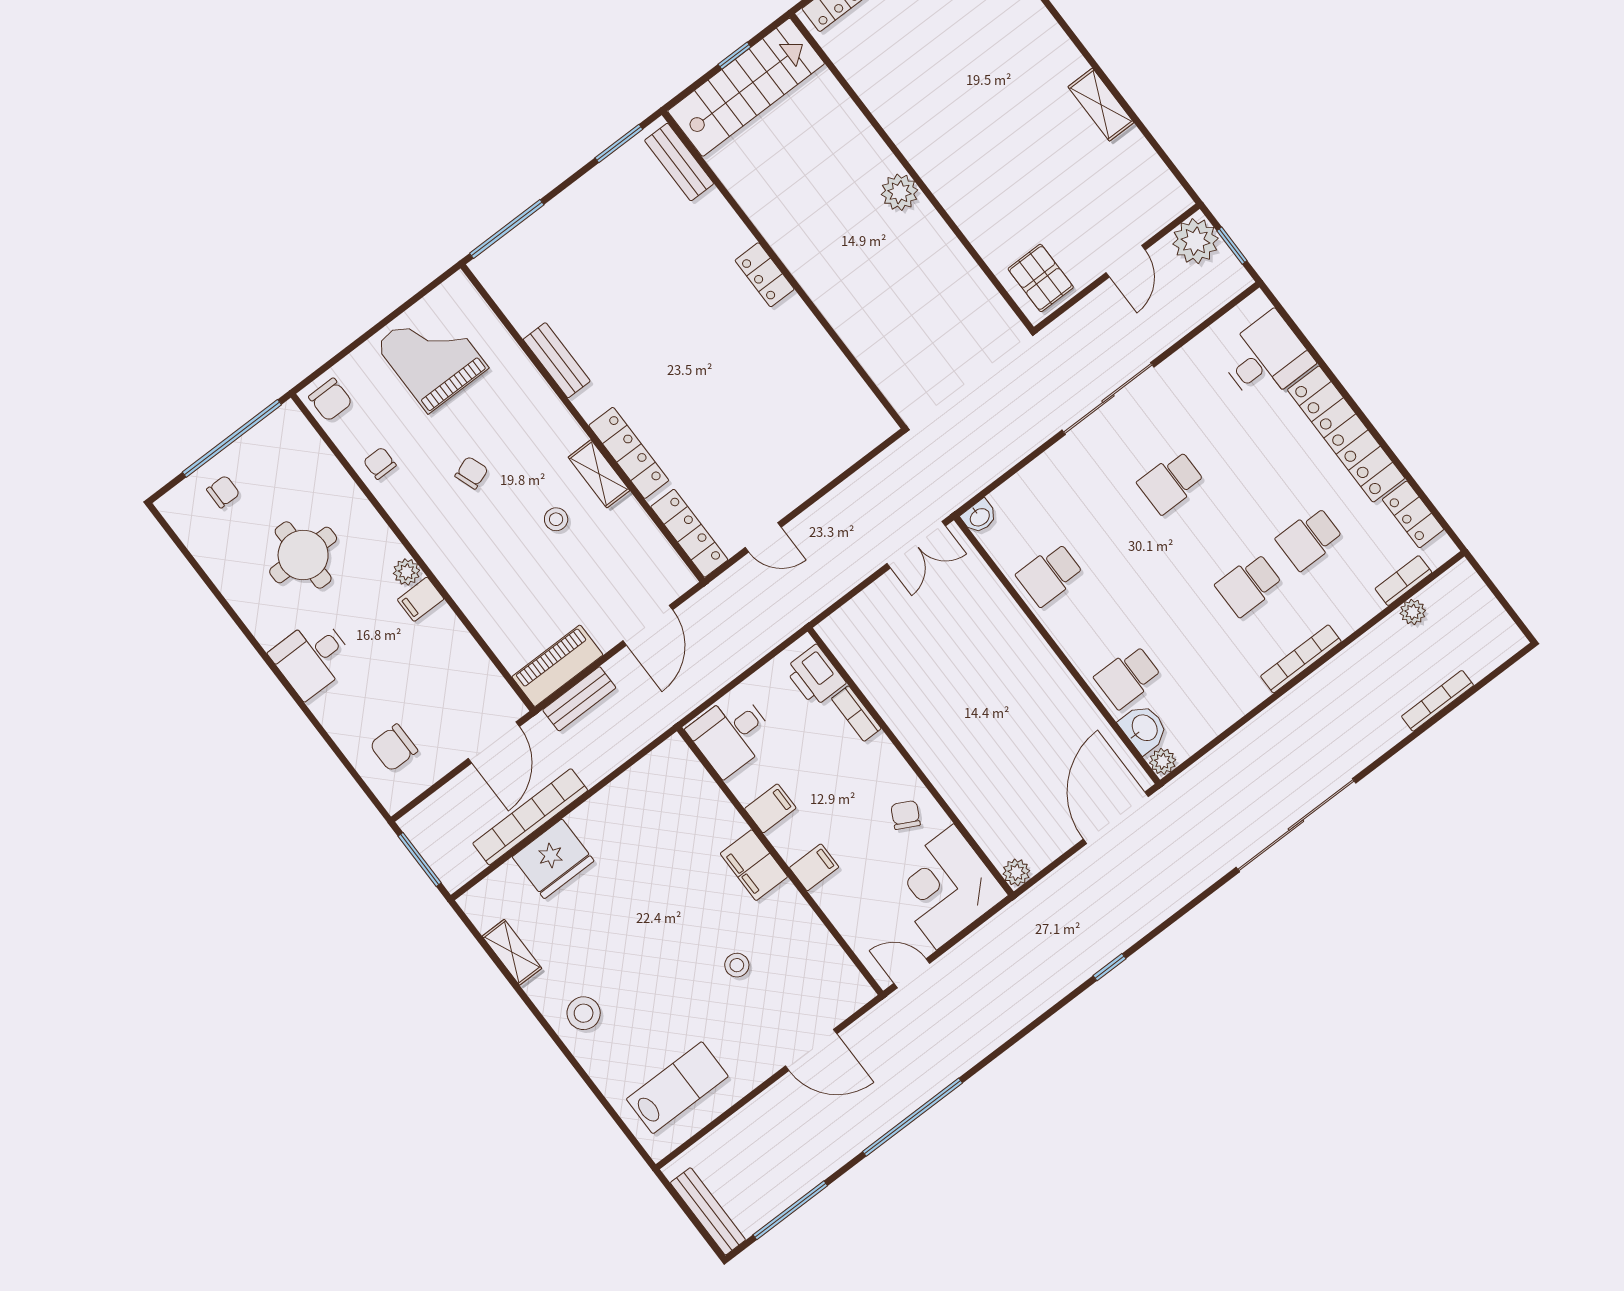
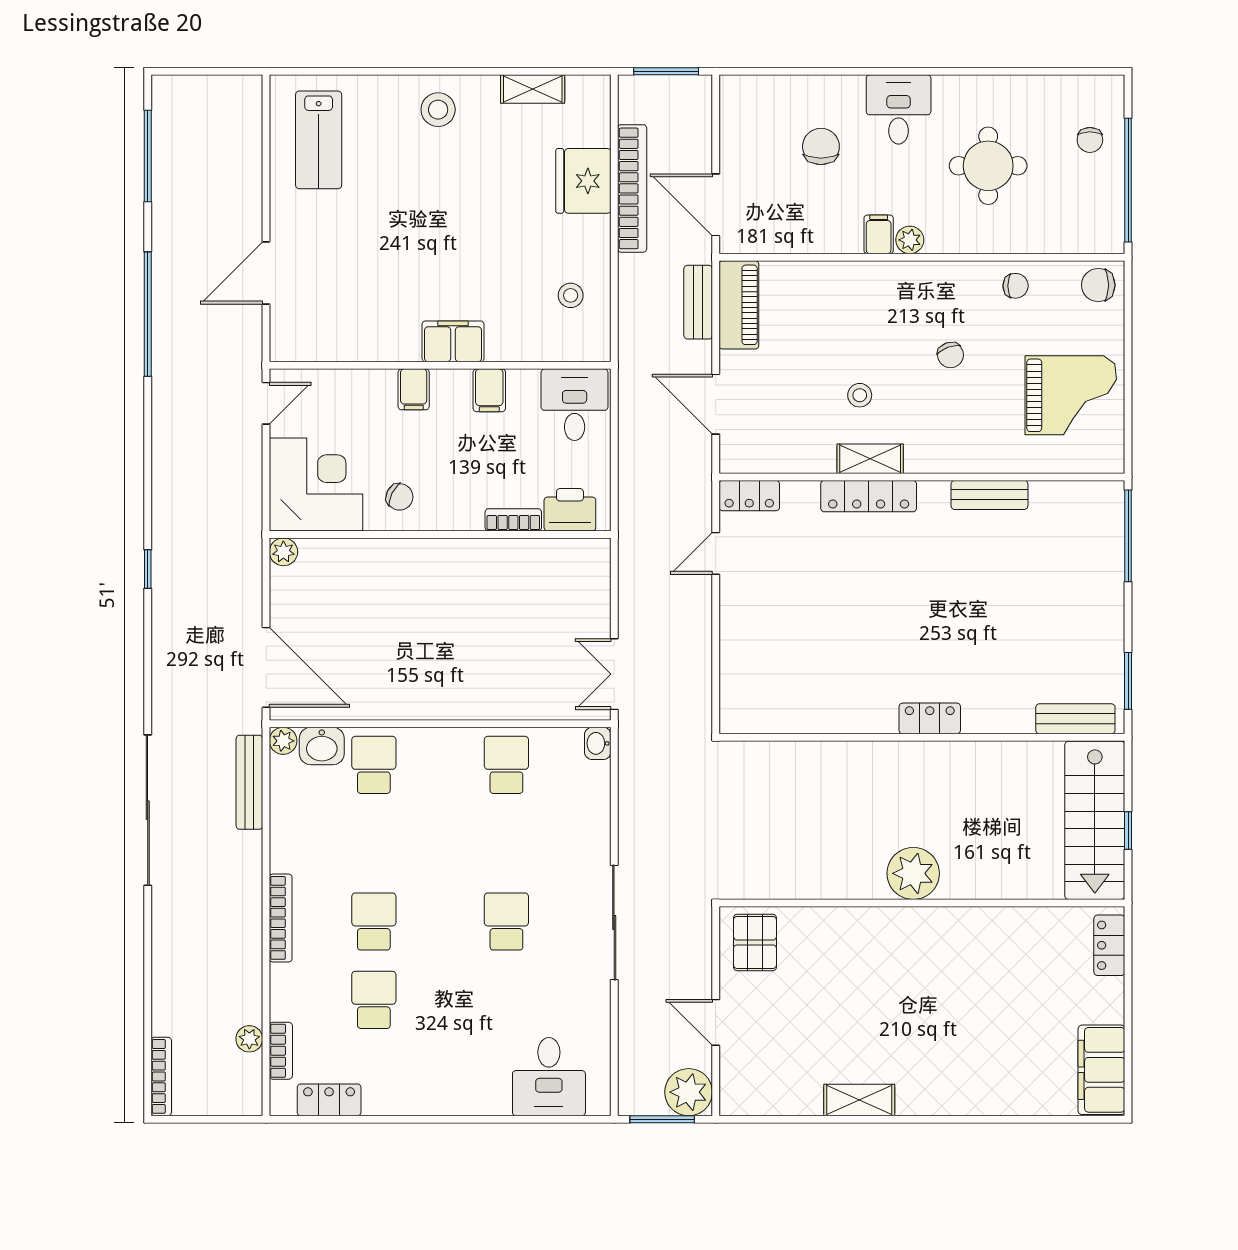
plant: (900, 192) -> (913, 873), width x1.36, depth x1.36
window: (1232, 246) -> (662, 1119), width x1.50
pallet: (1041, 278) -> (755, 942), turned 90
locker: (1346, 434) -> (437, 1095), removed
locker: (689, 533) -> (749, 496), width x0.66
bookcase: (1438, 701) -> (161, 1076), moved
chair: (394, 748) -> (821, 146), moved
stool: (737, 965) -> (571, 295), moved
bench: (708, 1211) -> (249, 782), moved, turned 90

